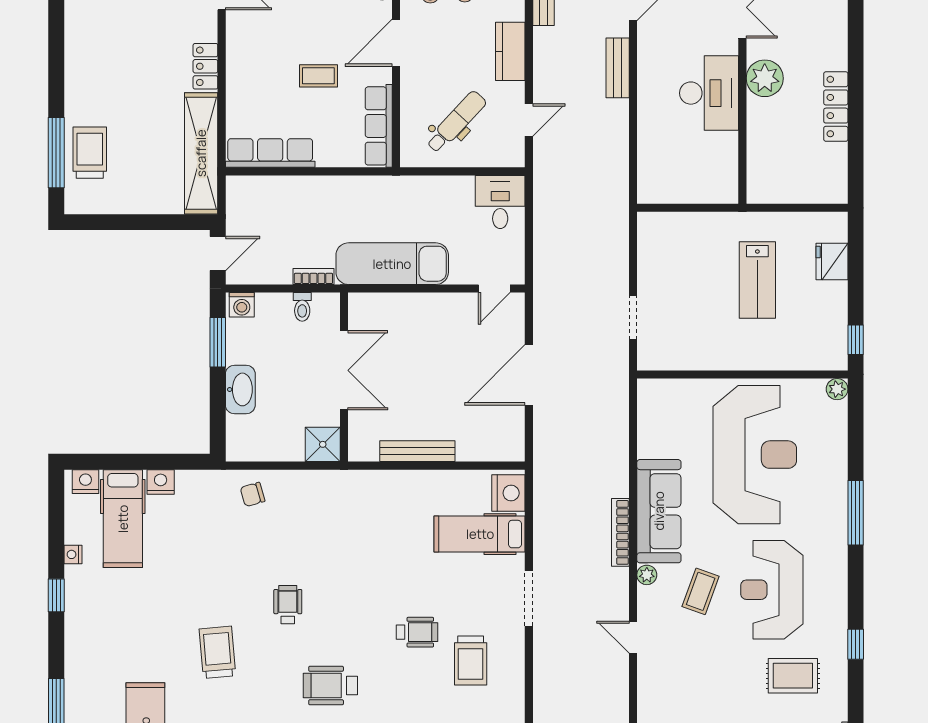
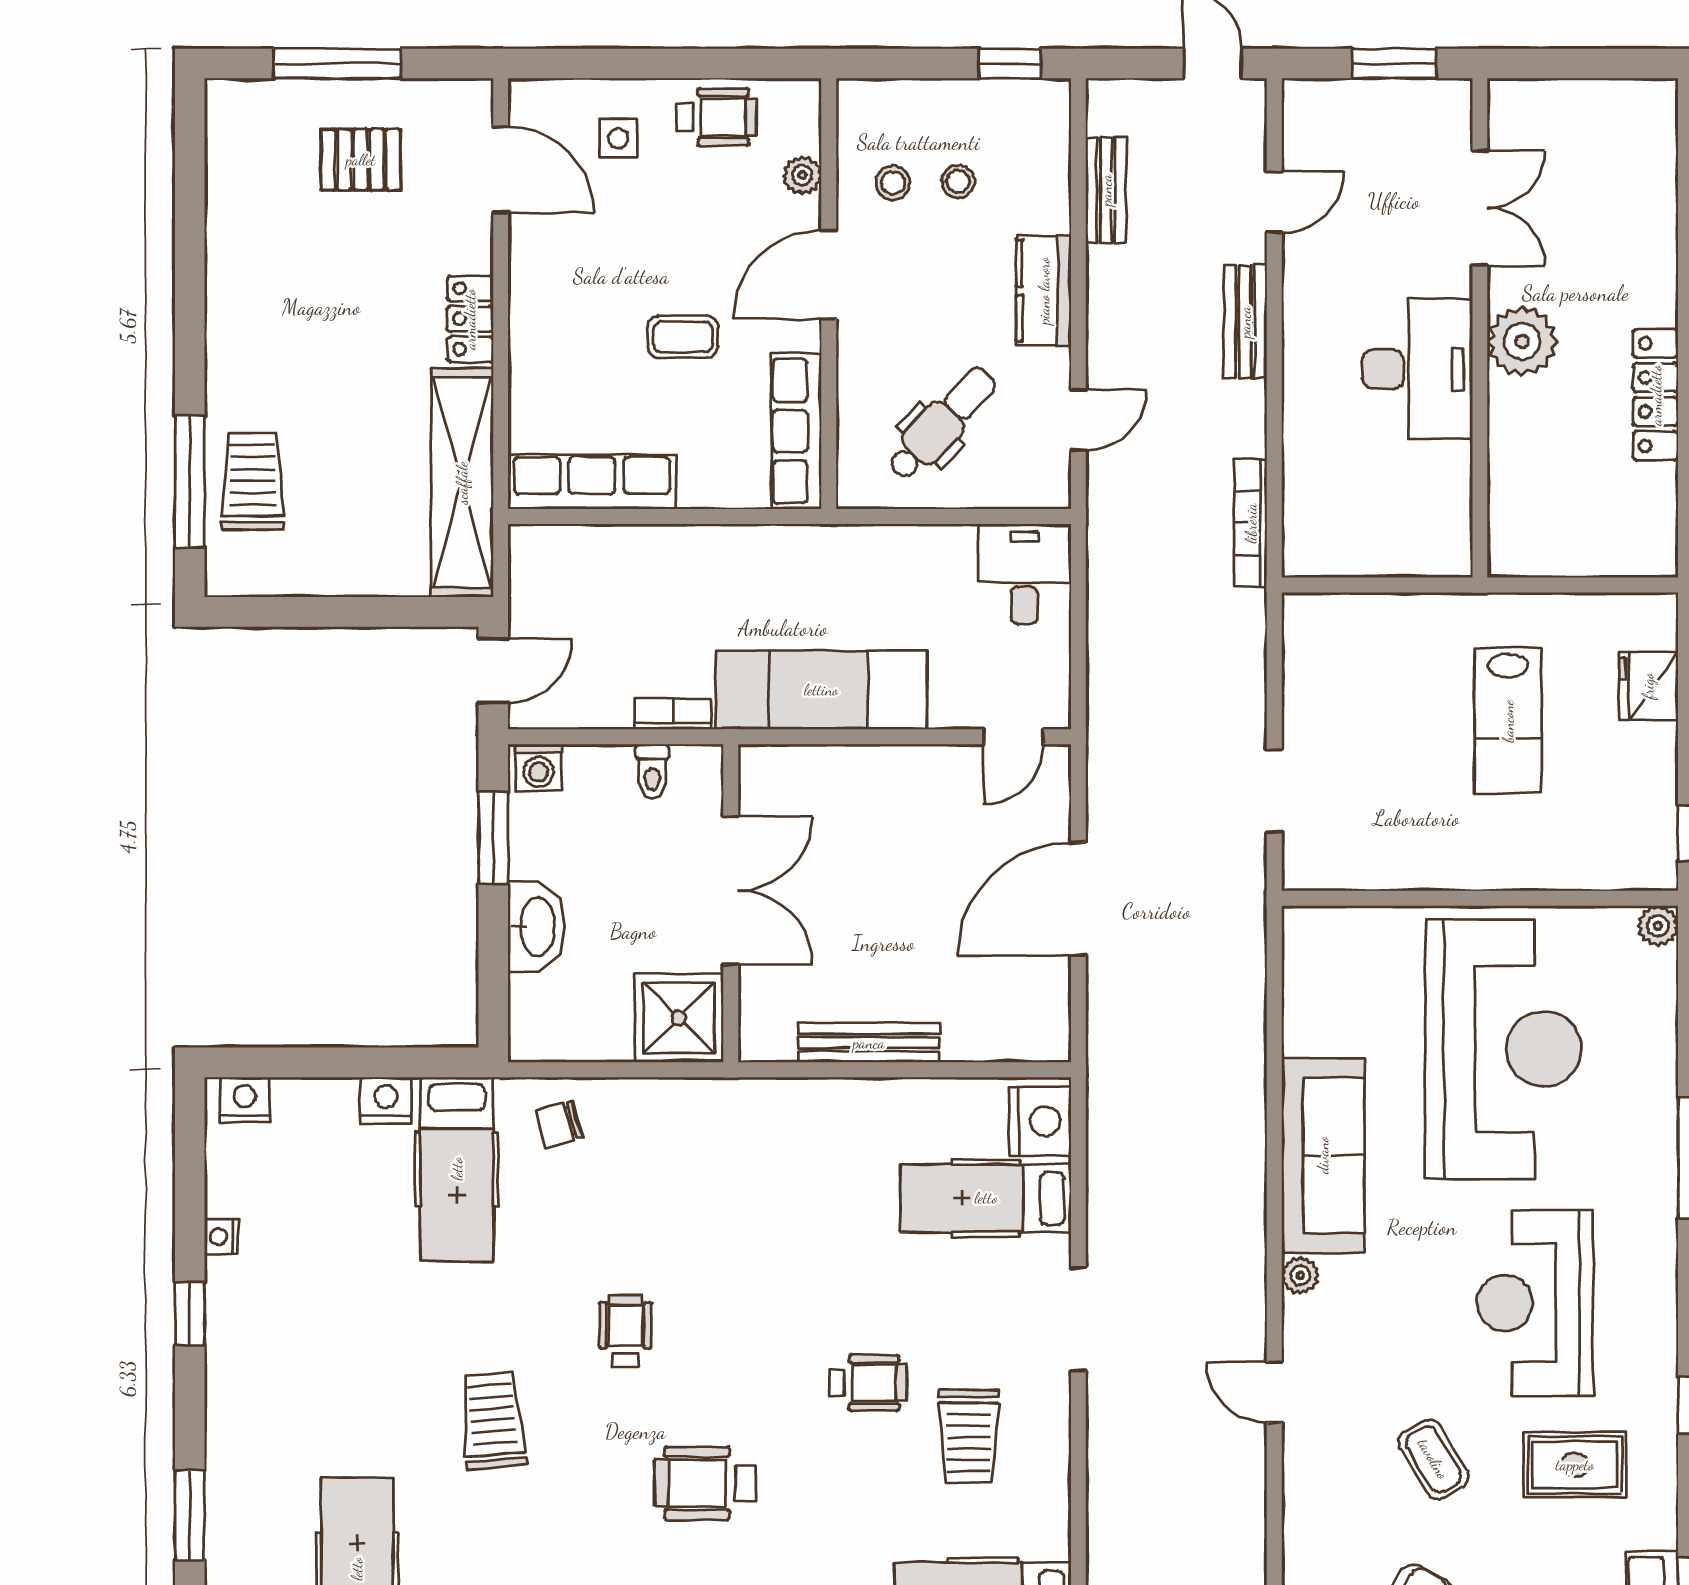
shower: (323, 444) -> (679, 1018), width x1.36, depth x1.36
hospital bed: (123, 519) -> (457, 1169), moved
bookcase: (620, 532) -> (1251, 523), moved
coffee table: (701, 591) -> (1433, 1459), moved, turned -51

